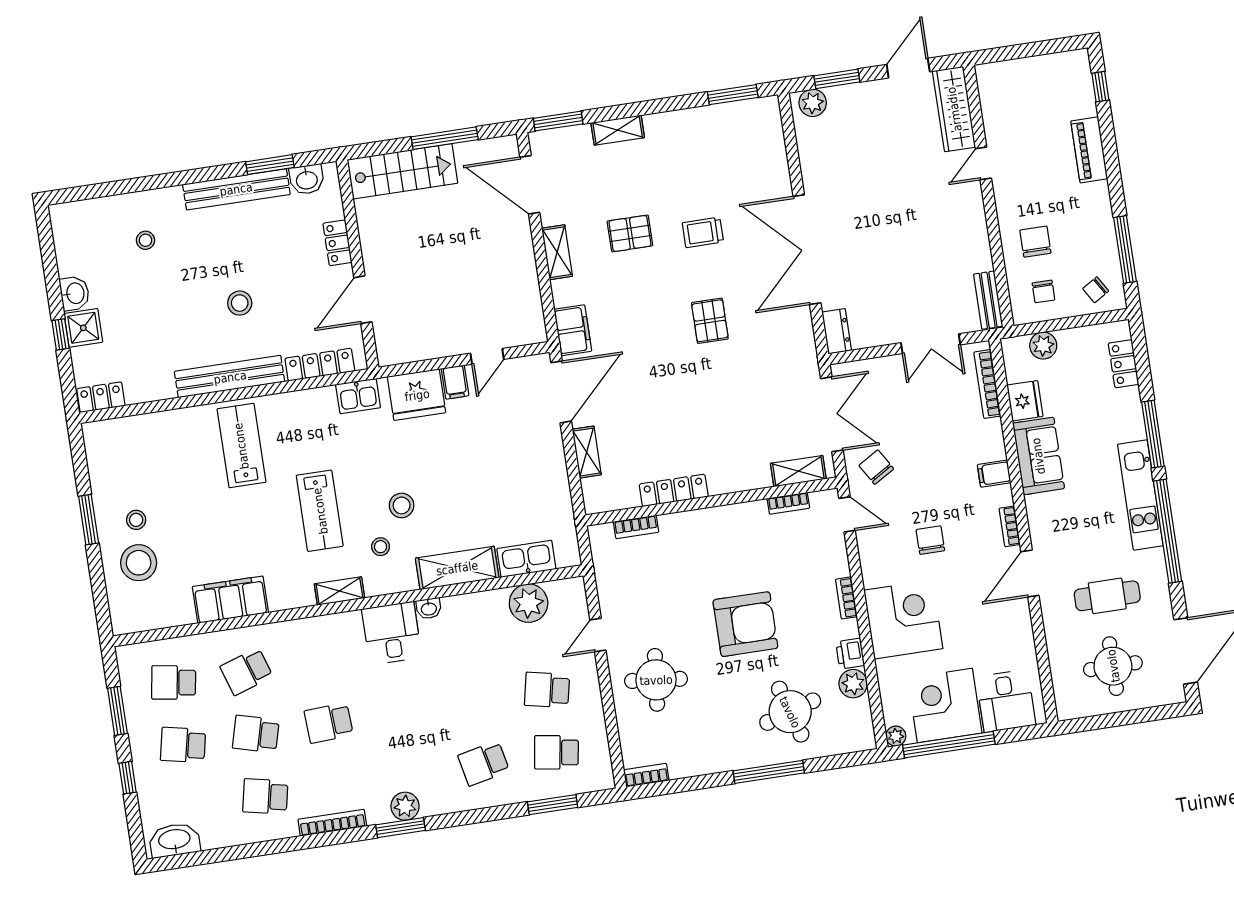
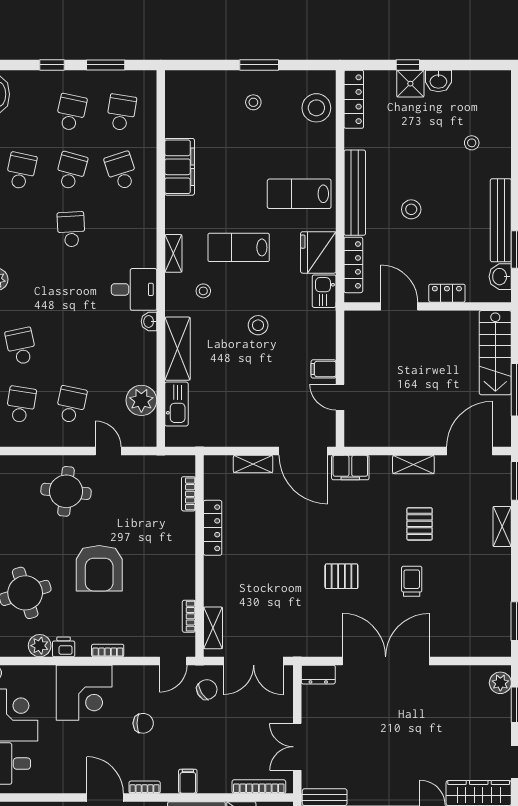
fridge: (417, 395) -> (318, 252), moved
locker: (101, 397) -> (354, 99), width x1.53
lab bench: (241, 446) -> (299, 194), turned 180
stool: (402, 505) -> (258, 325), moved
stool: (139, 563) -> (316, 108), moved

